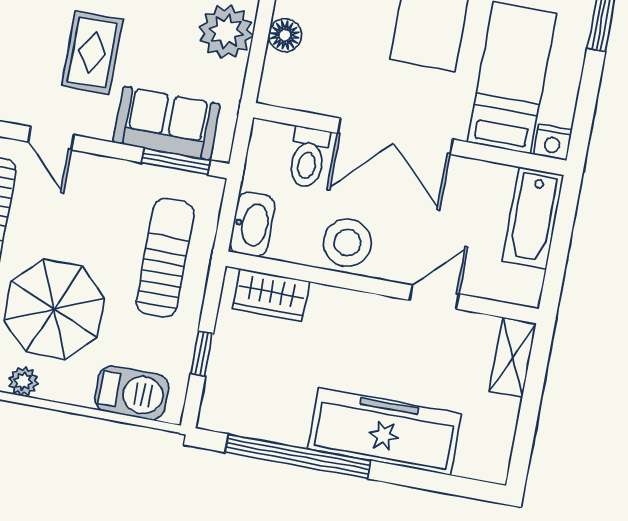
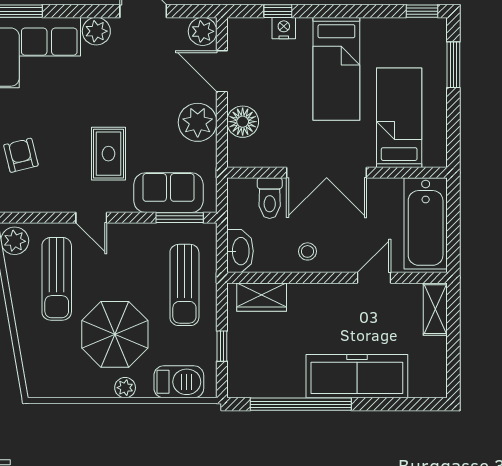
floor lamp: (285, 35) -> (243, 122), width x1.38, depth x1.38
nightstand: (553, 142) -> (435, 157), removed
bathtub: (533, 218) -> (426, 223), width x1.36, depth x1.36
stool: (347, 243) -> (307, 251), width x0.53, depth x0.53
sun lounger: (165, 258) -> (184, 285), turned 180
plant: (23, 381) -> (125, 388), moved

